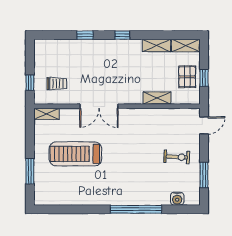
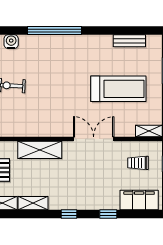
filing cabinet: (56, 48) -> (139, 200), added
shelving: (157, 98) -> (40, 150), width x1.50, depth x1.33
bench: (65, 199) -> (129, 41), added

